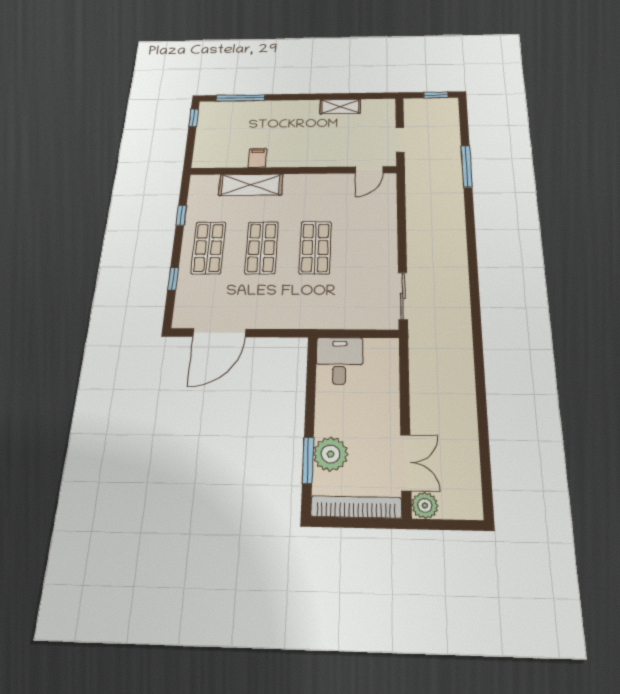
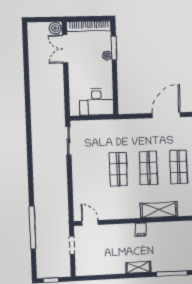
shelving: (340, 107) -> (138, 267), moved
filing cabinet: (257, 158) -> (141, 230), moved
window: (467, 166) -> (32, 228), width x1.46
door: (369, 170) -> (90, 223), hinge flipped
desk: (339, 361) -> (96, 102), width x1.37
plant: (331, 454) -> (107, 56), width x0.53, depth x0.53

